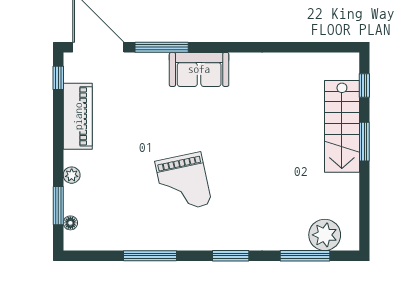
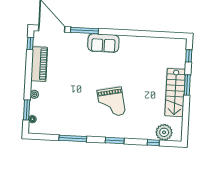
stairs: (342, 126) -> (175, 93), moved
grand piano: (183, 183) -> (111, 102), moved
window: (305, 256) -> (153, 143), width x0.46

